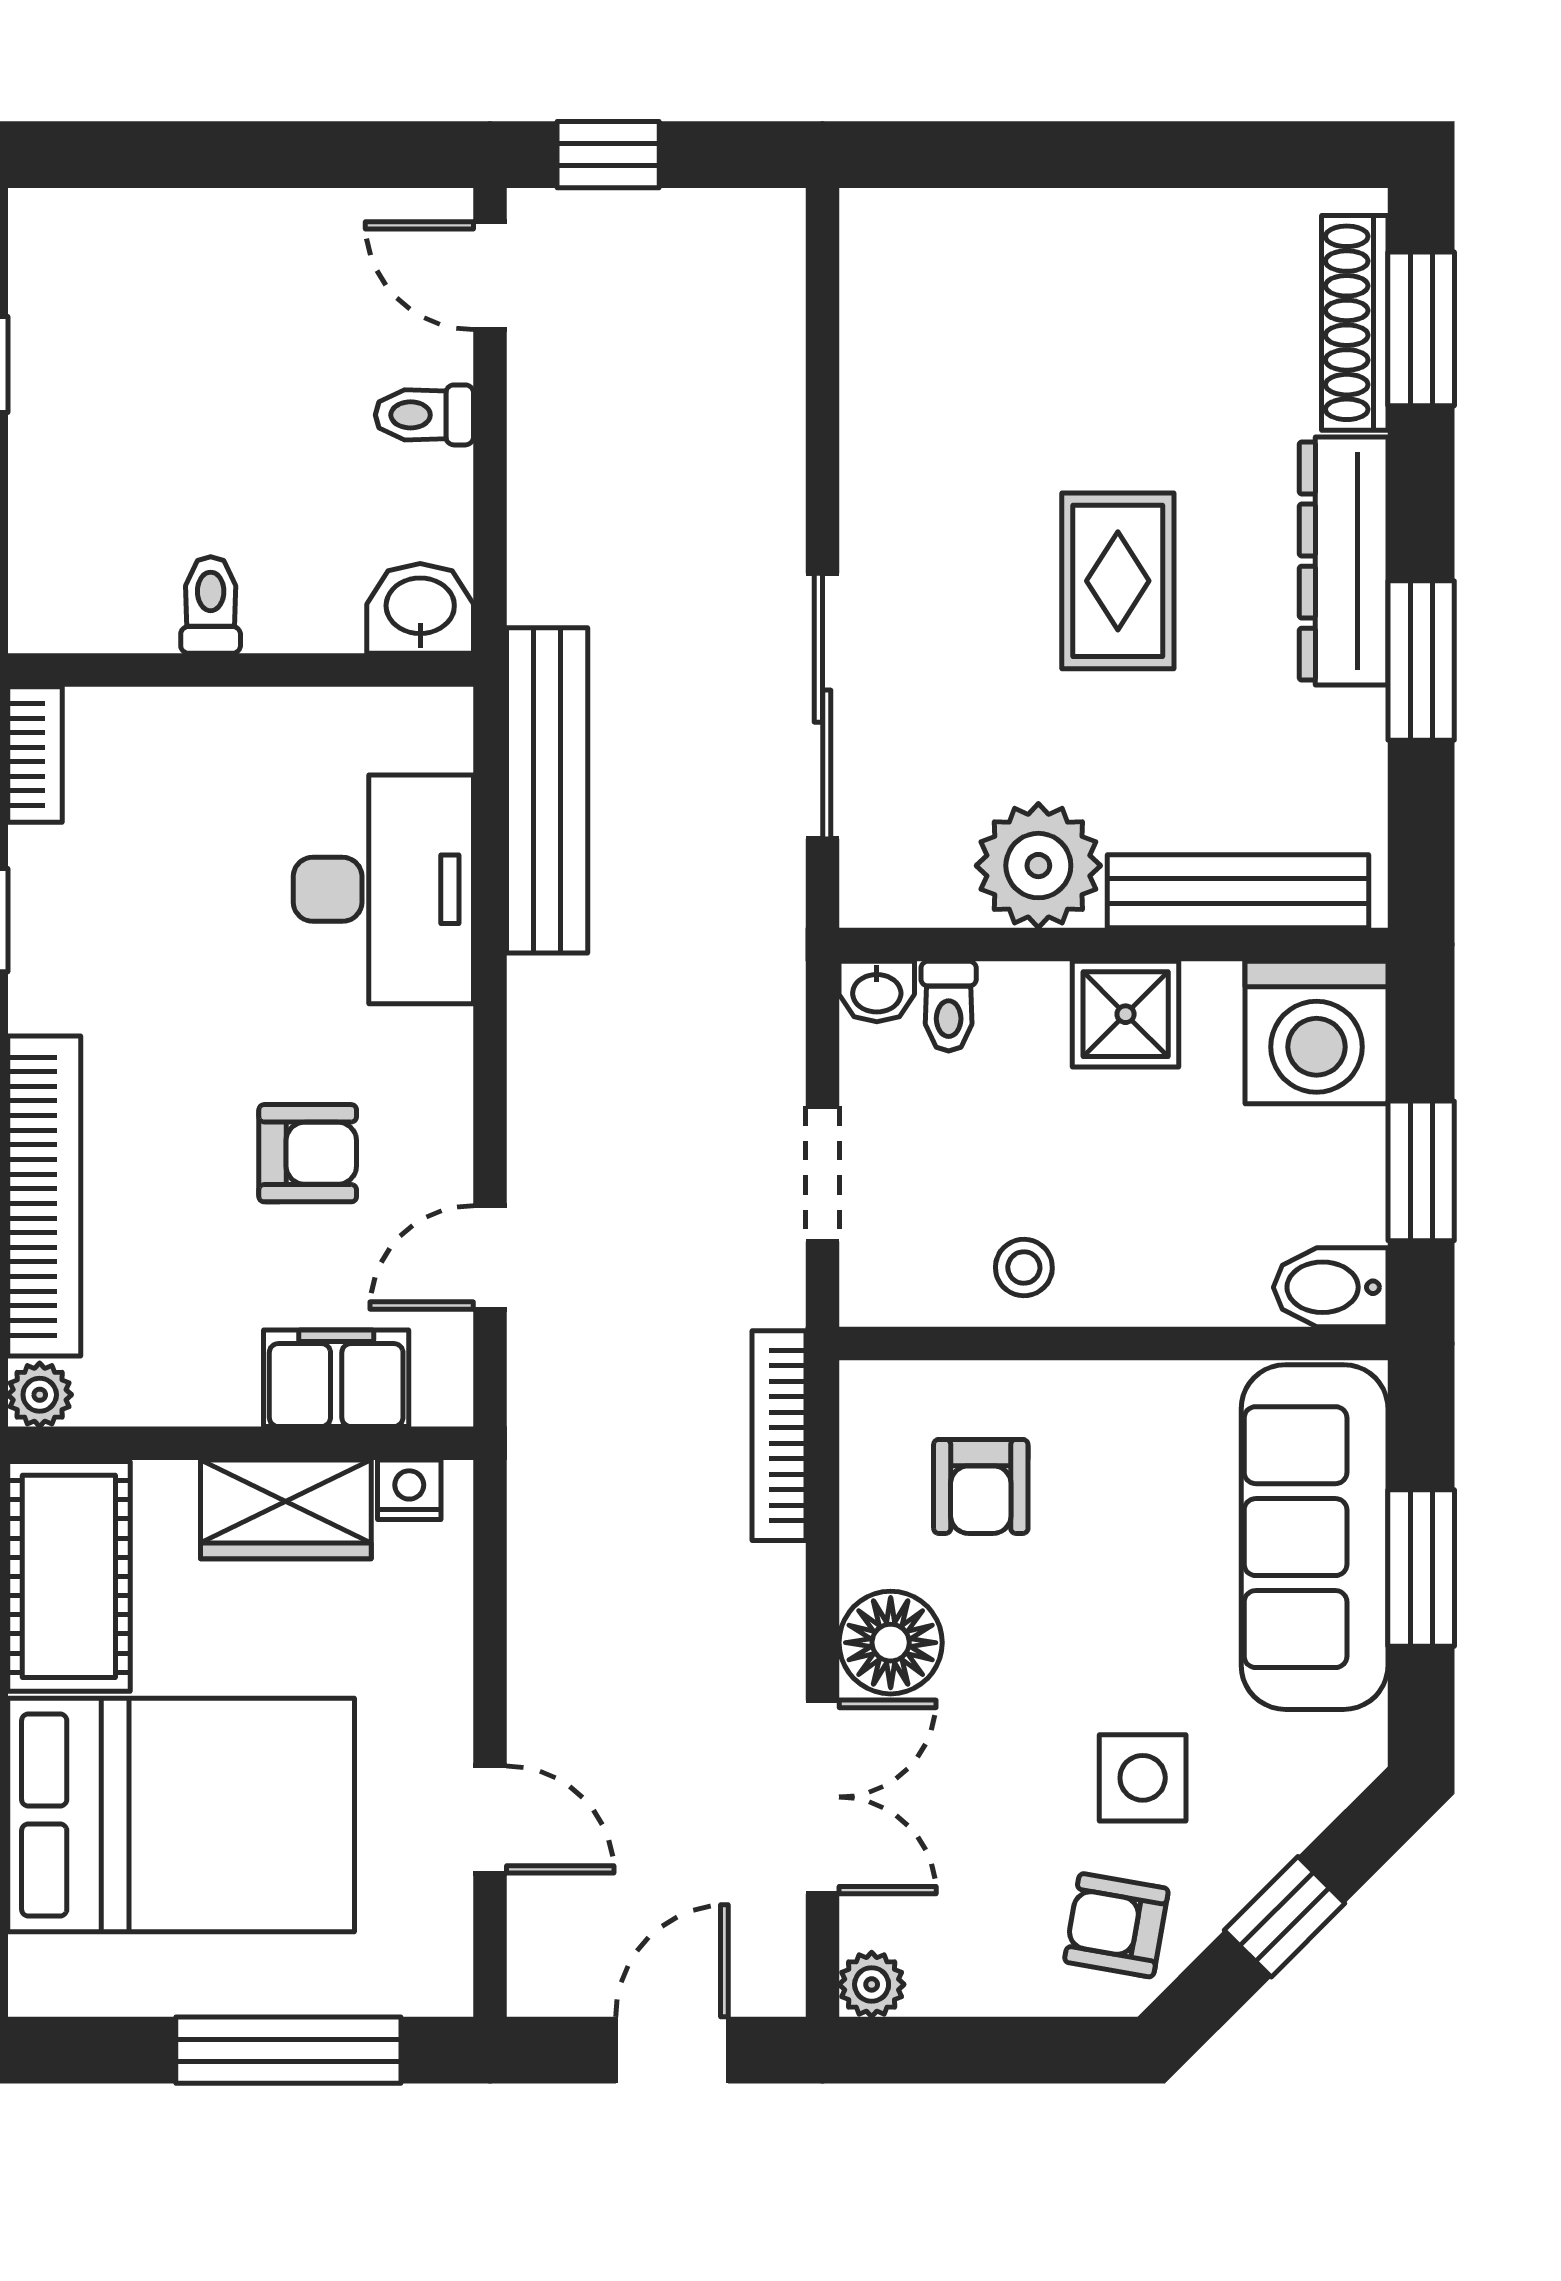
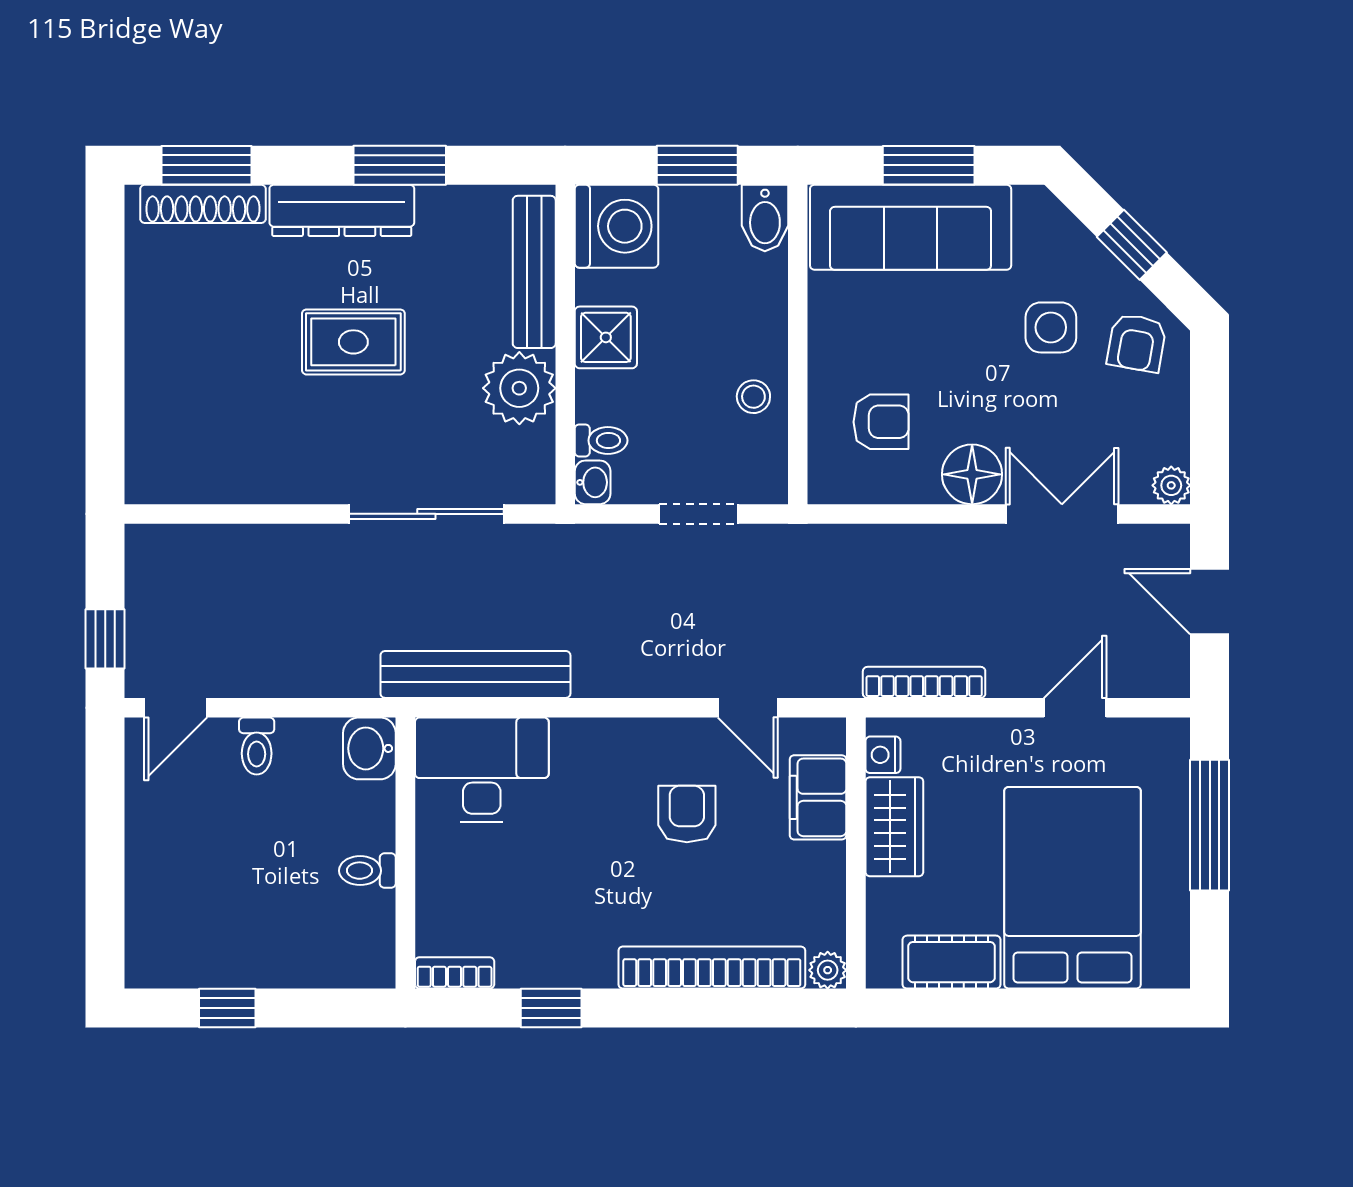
desk: (383, 889) -> (482, 770), moved
bookcase: (779, 1436) -> (924, 682), moved, turned 180
cot: (69, 1576) -> (952, 962), width x0.73, depth x0.75

